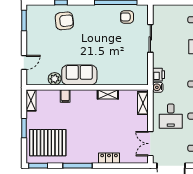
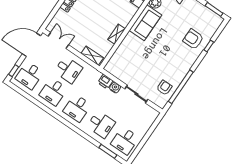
armchair: (64, 21) -> (193, 39), turned 96
water cooler: (158, 87) -> (115, 88), moved
desk: (171, 116) -> (68, 70), turned 180

